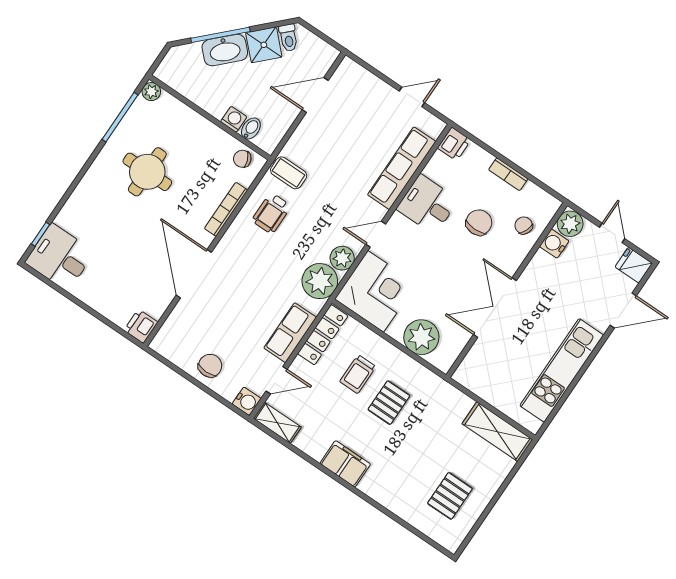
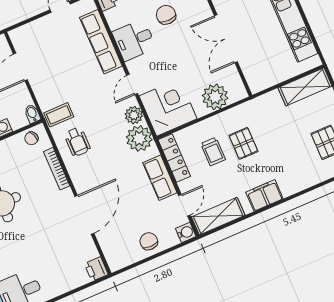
bidet: (251, 129) -> (32, 114), moved
door: (194, 274) -> (84, 215), swing flipped
shelving: (277, 423) -> (218, 216), width x1.50, depth x1.33

